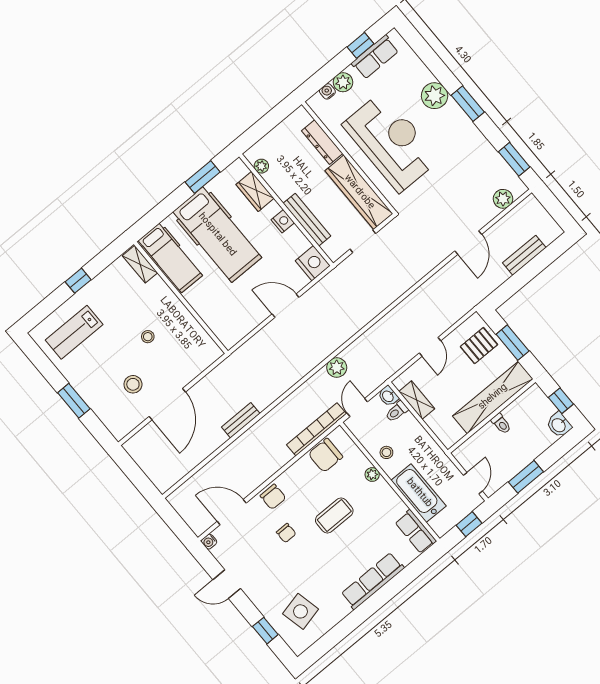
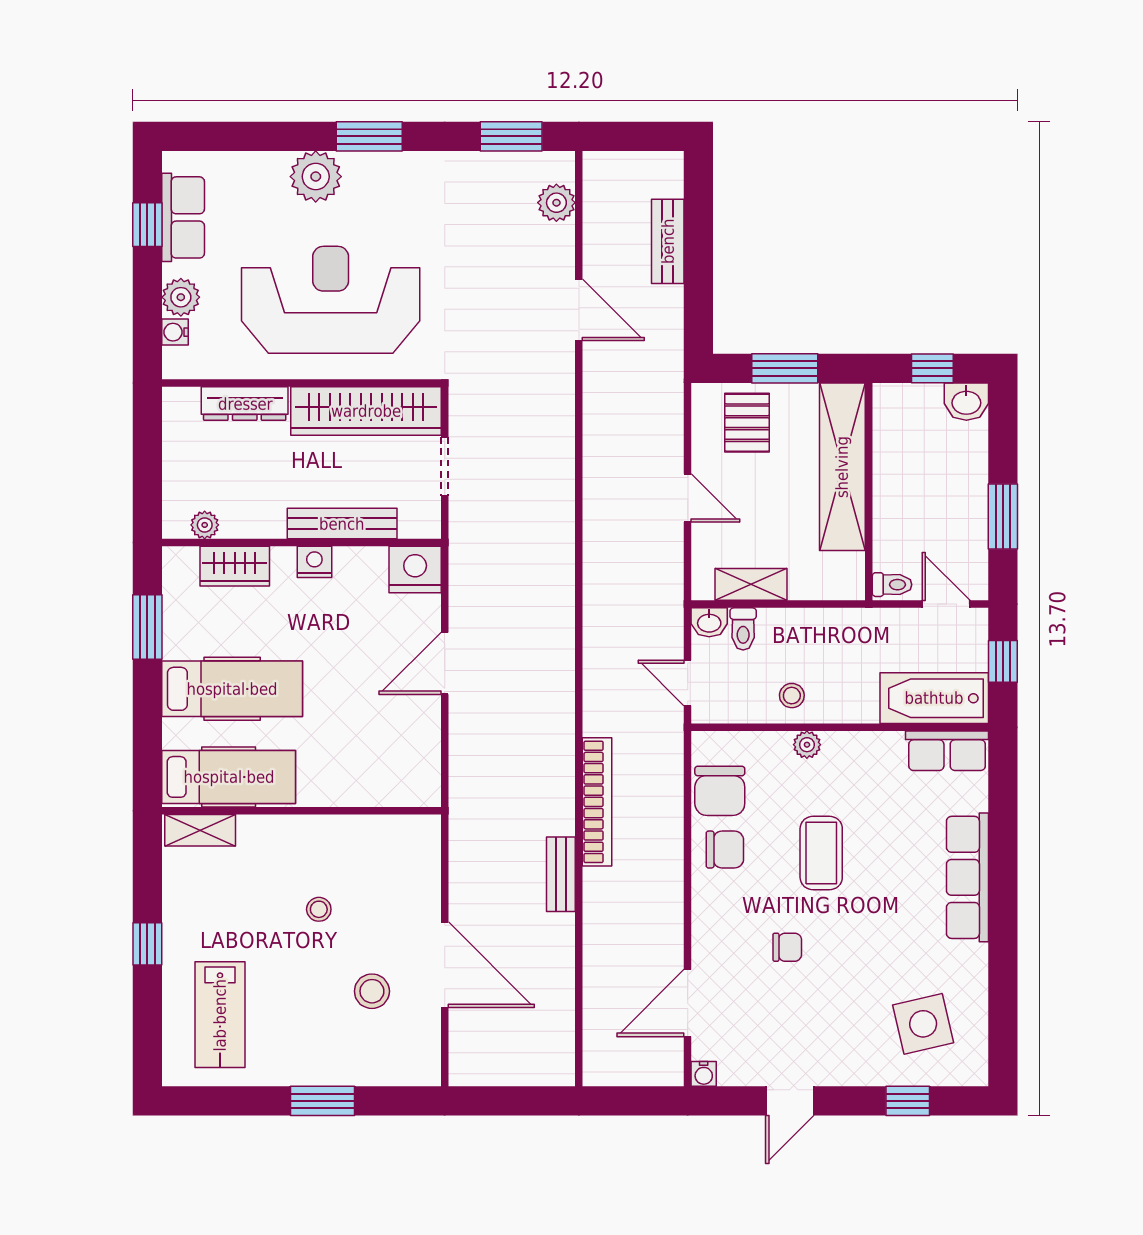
hospital bed: (217, 235) -> (232, 689), width x0.73, depth x0.78
plant: (337, 367) -> (602, 664), removed
toilet: (501, 424) -> (892, 585), moved
bookcase: (316, 429) -> (597, 802), moved, turned 180
bathtub: (419, 493) -> (934, 698), moved
chair: (273, 497) -> (725, 850), moved

